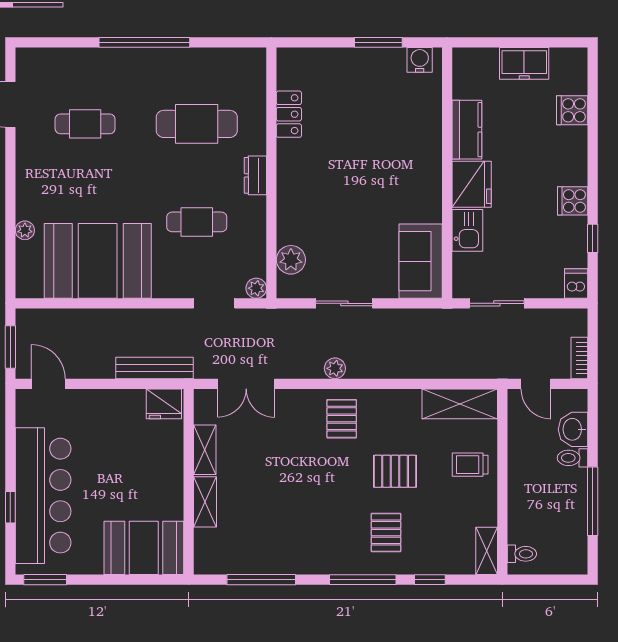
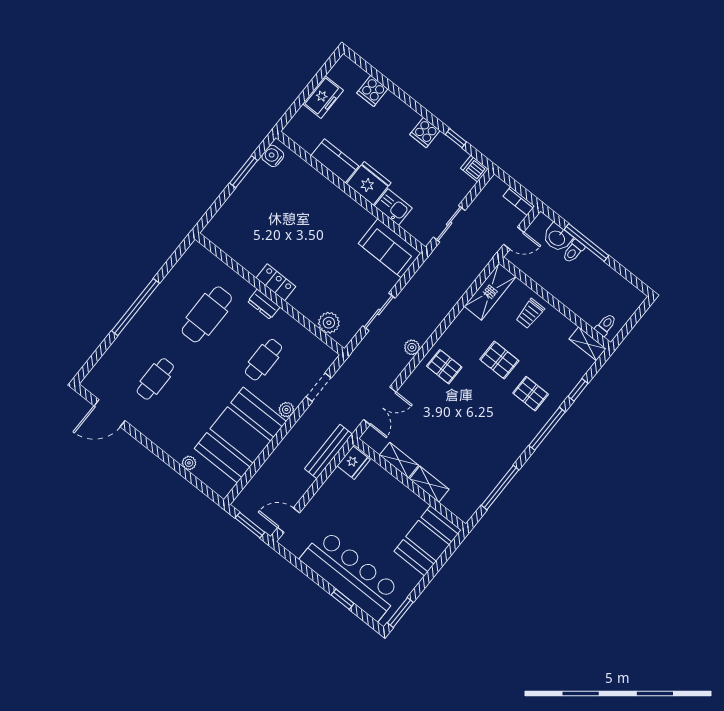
locker: (289, 114) -> (276, 282), moved
plant: (256, 288) -> (286, 410), moved
pallet: (395, 471) -> (499, 360), turned 90
window: (593, 501) -> (586, 243), moved

